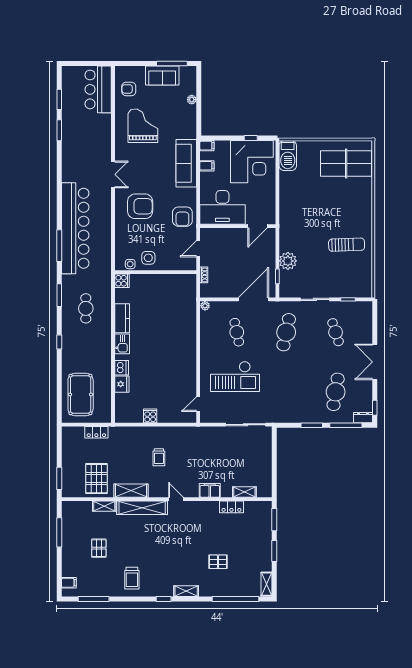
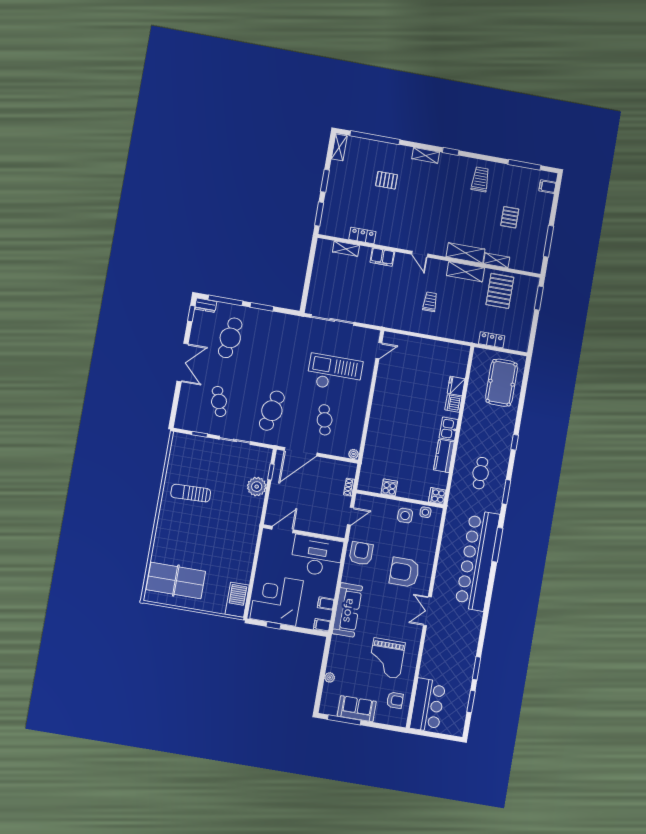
cooker: (150, 416) -> (389, 487), moved, turned 180
shelving: (142, 508) -> (465, 253), width x0.68

